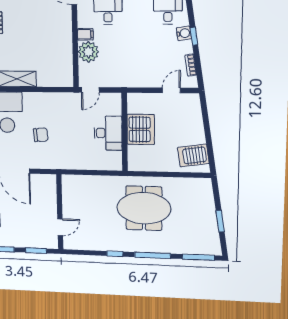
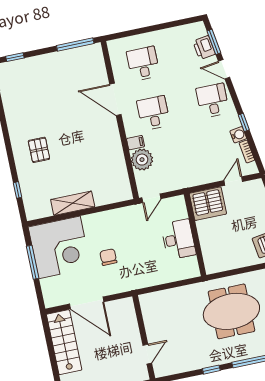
water cooler: (184, 33) -> (238, 135), moved
server rack: (141, 129) -> (208, 204), moved, turned 90
chair: (41, 135) -> (108, 257), turned -85

